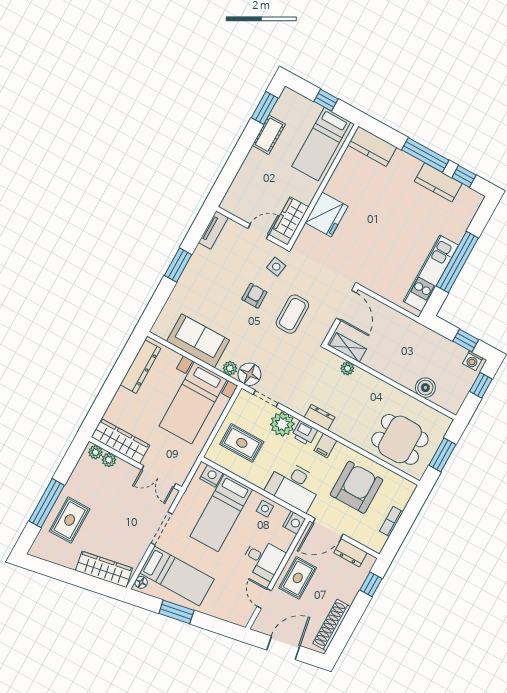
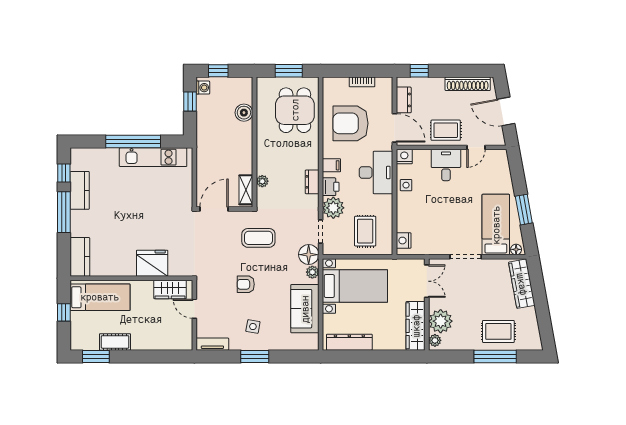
side table: (276, 267) -> (253, 327), moved
coffee table: (292, 314) -> (258, 238), moved
plant: (109, 460) -> (441, 321), width x1.87, depth x1.87
bed: (221, 513) -> (428, 217), removed

